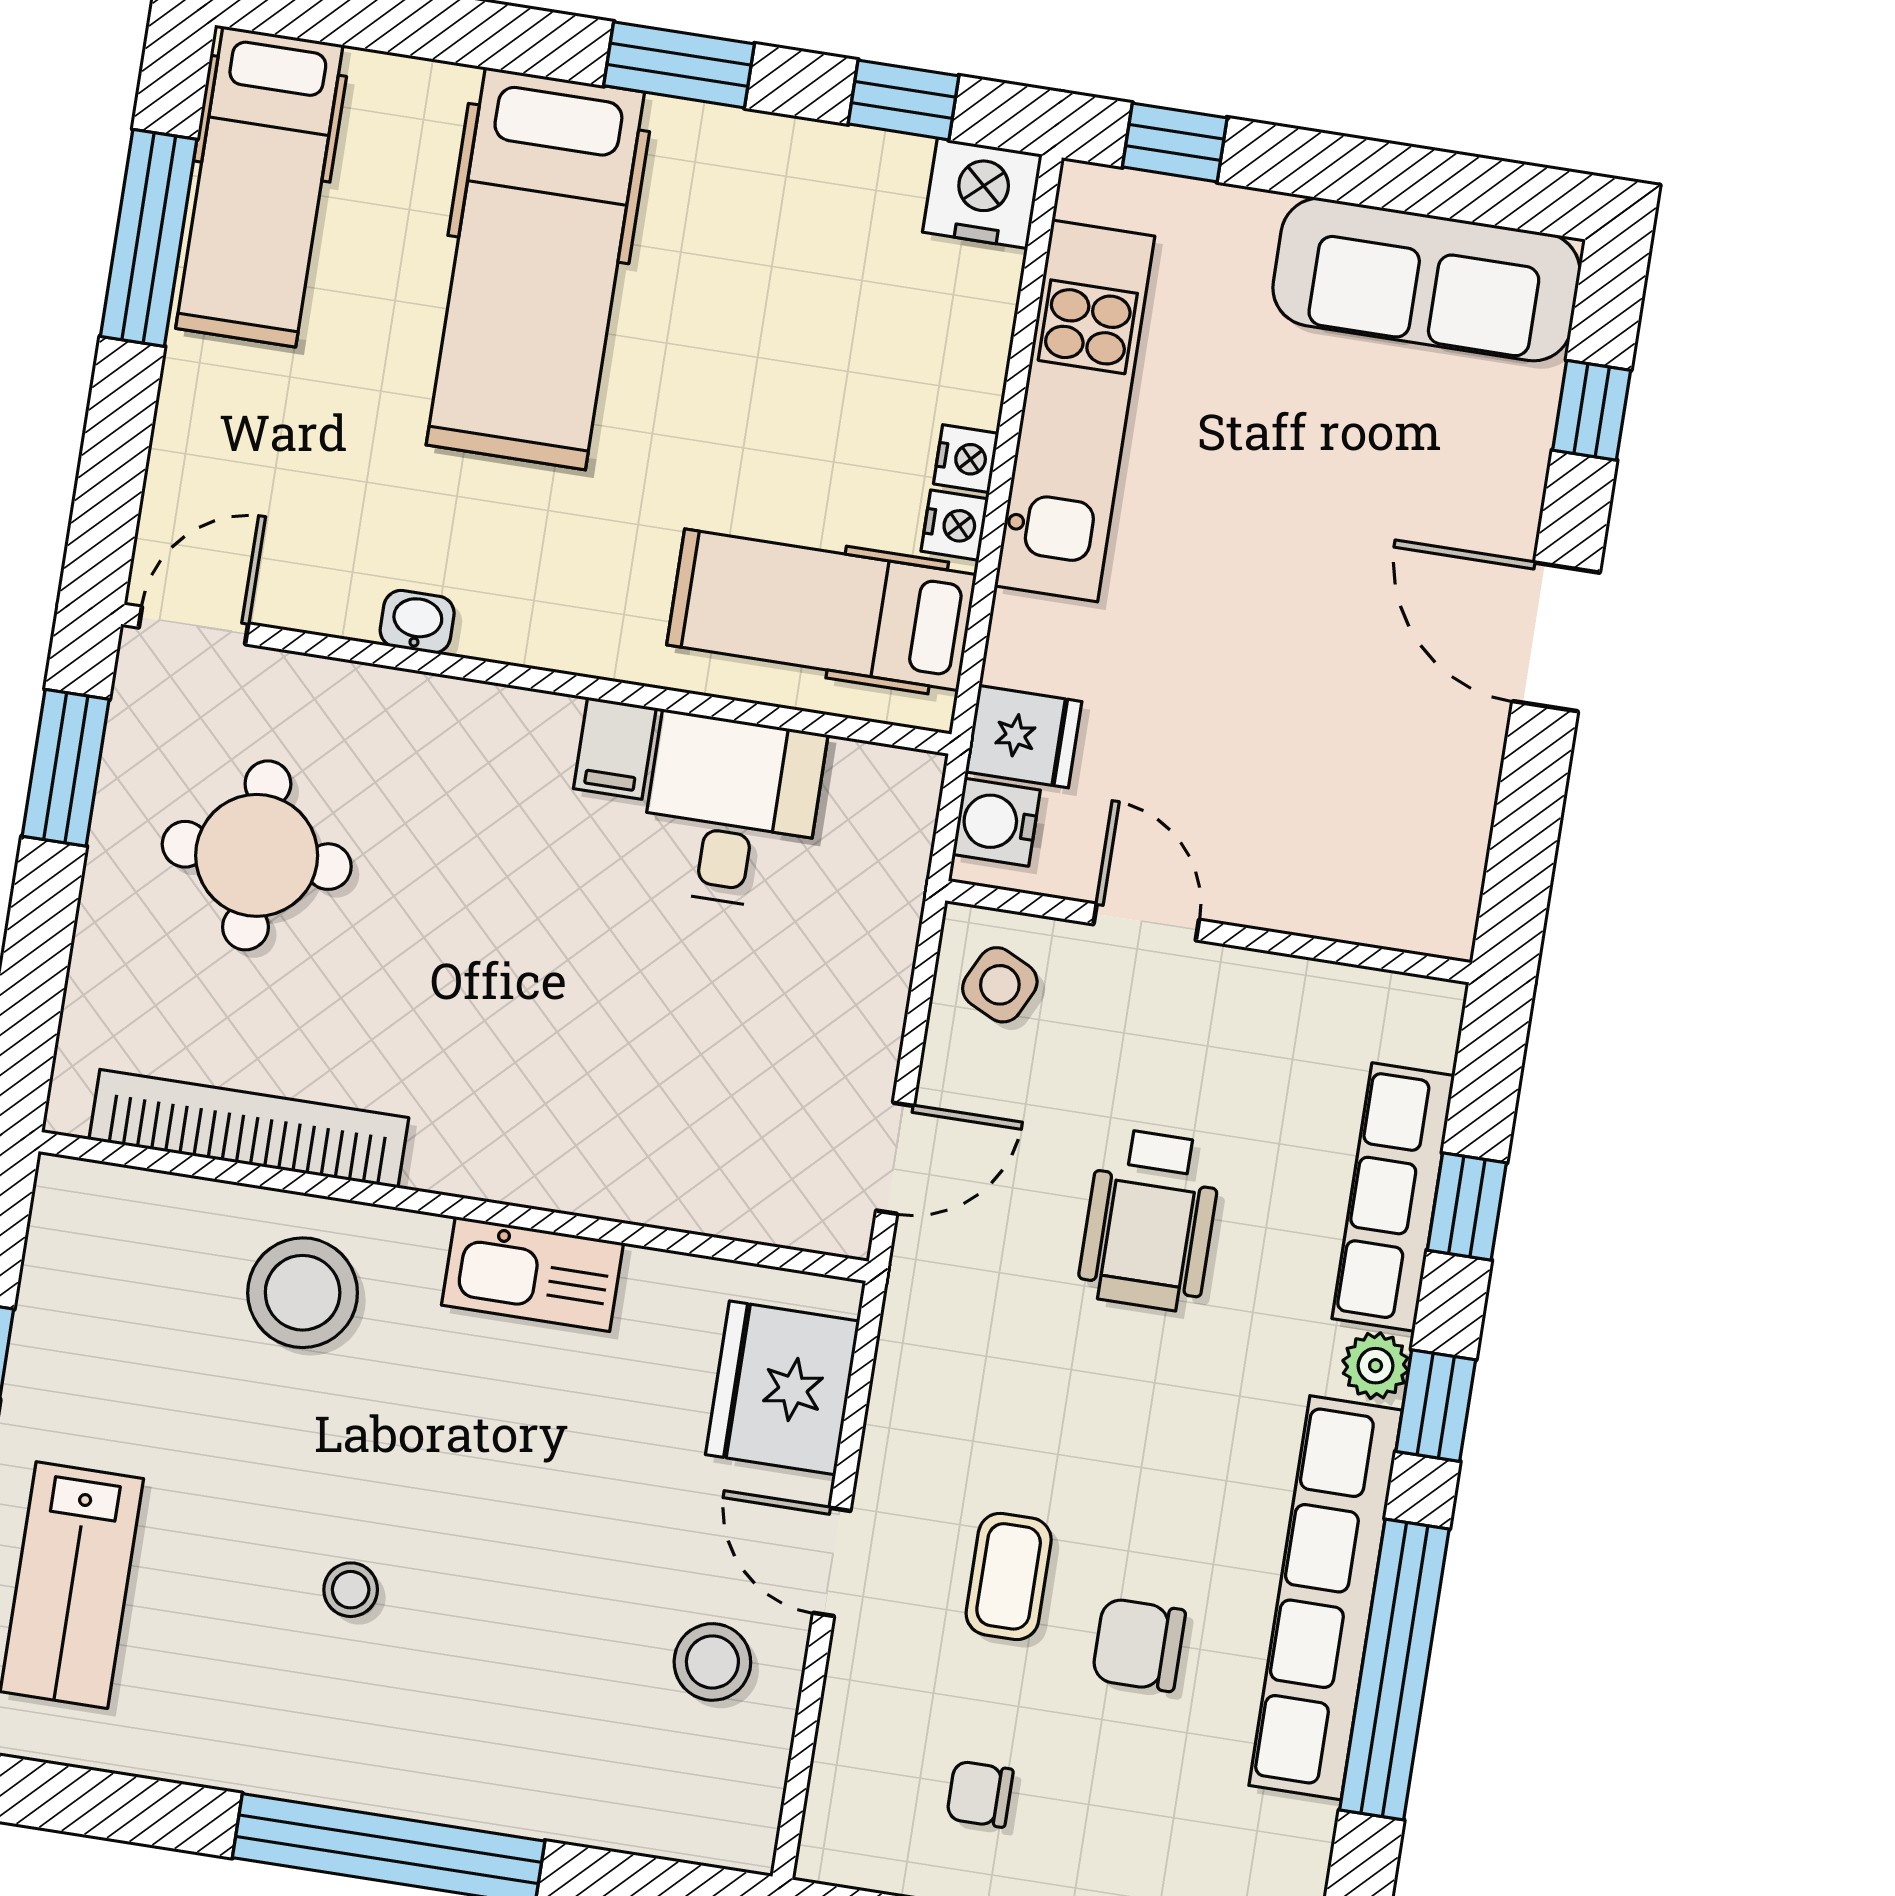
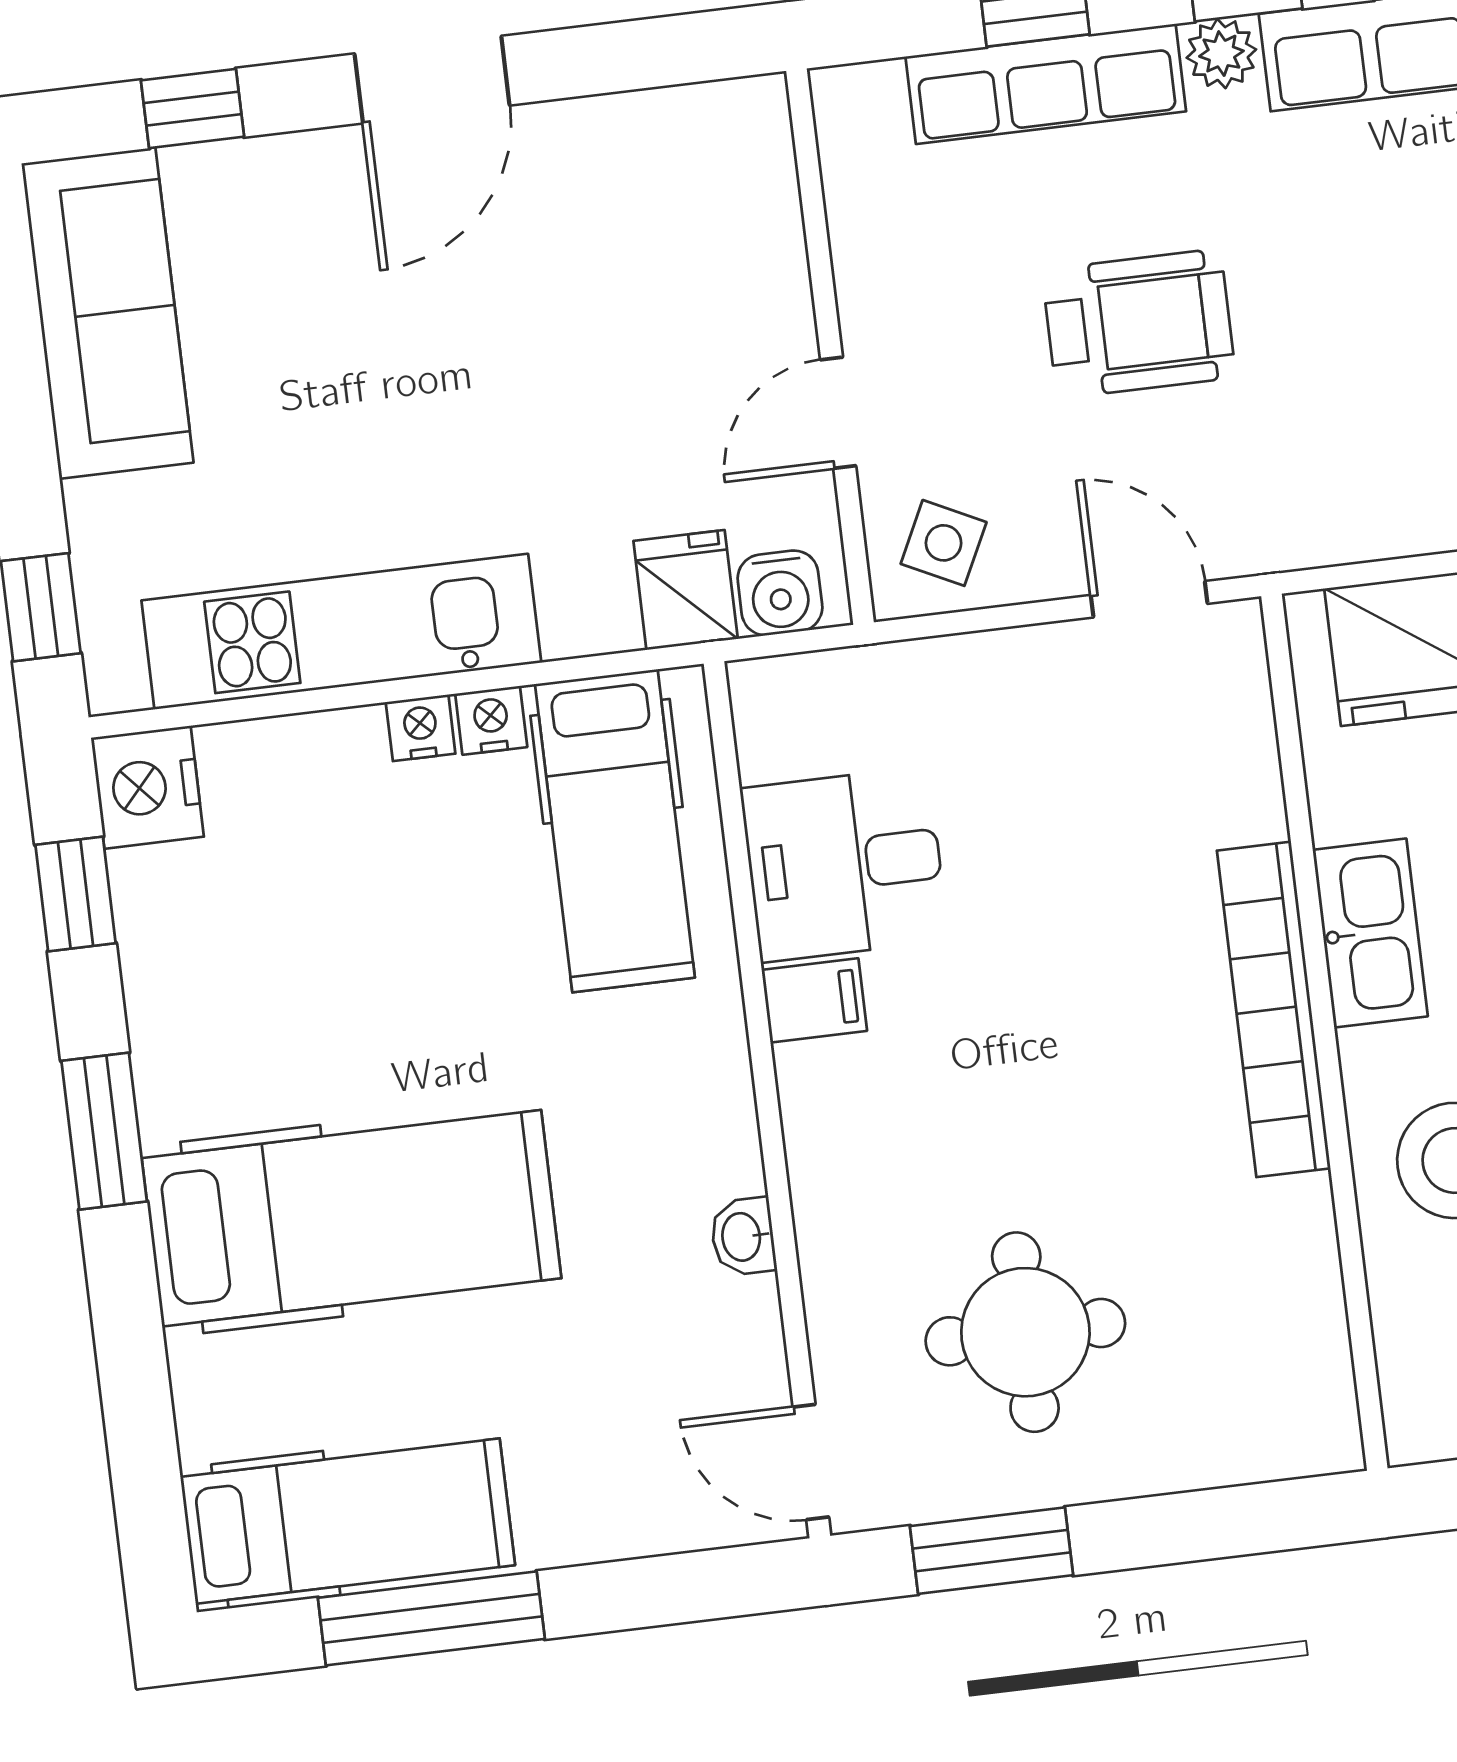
bookcase: (249, 1129) -> (1274, 1009), moved

